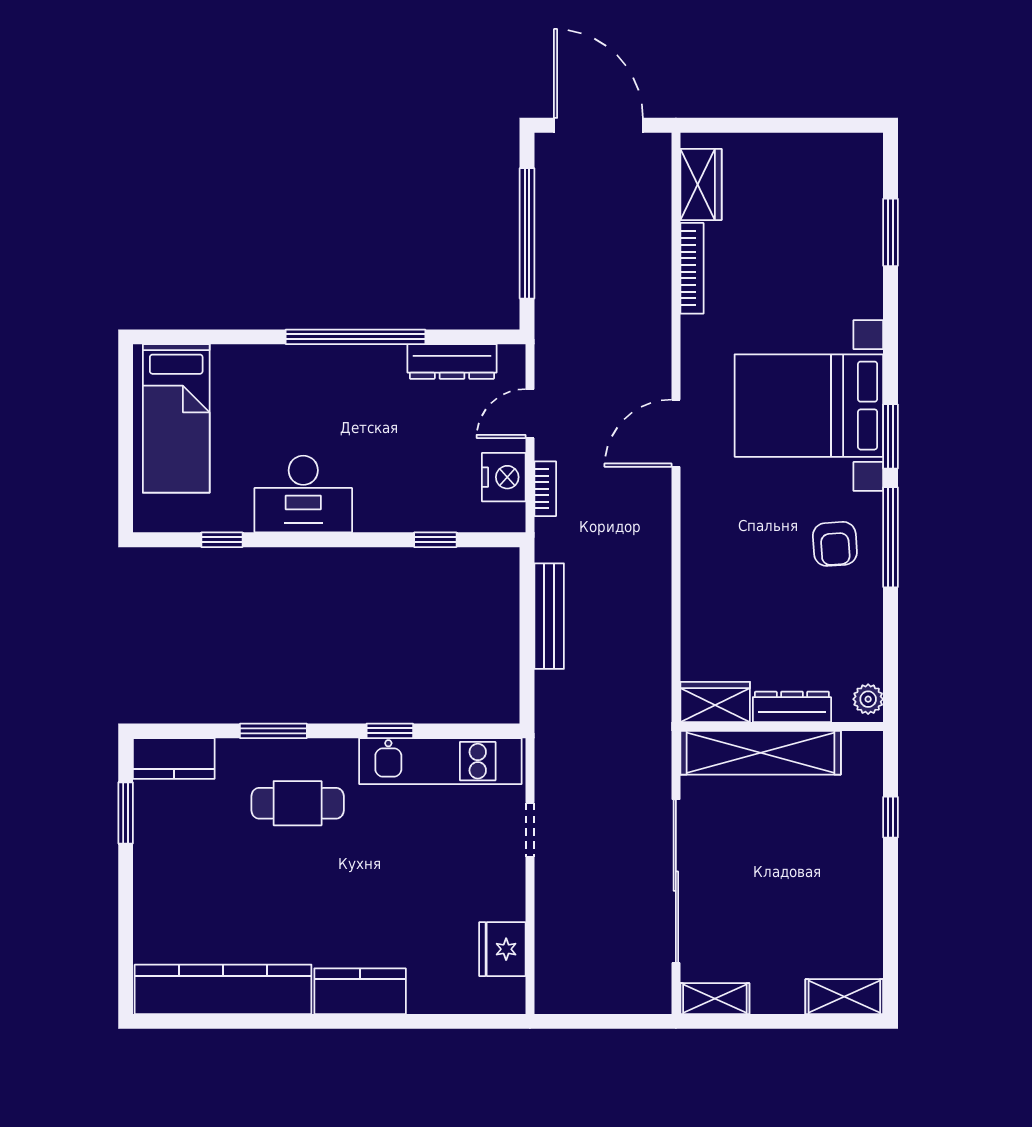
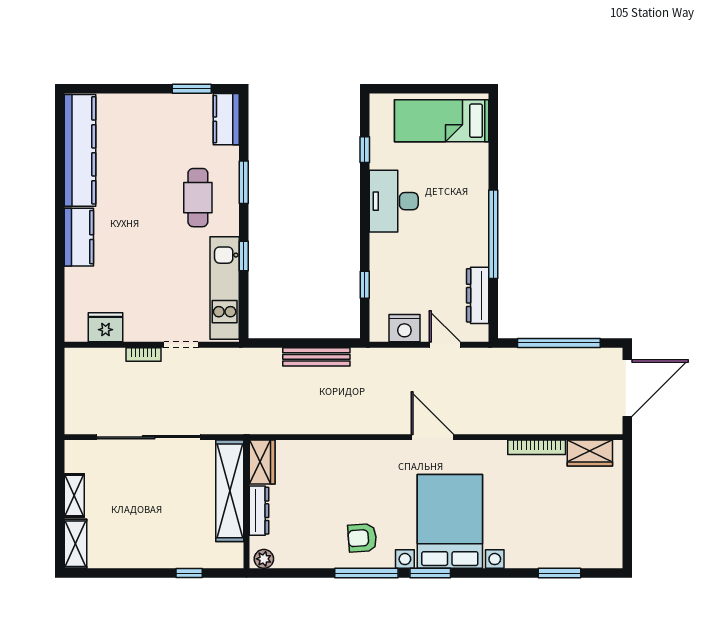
bookcase: (545, 489) -> (144, 354), moved
shelving: (715, 999) -> (74, 496), moved

